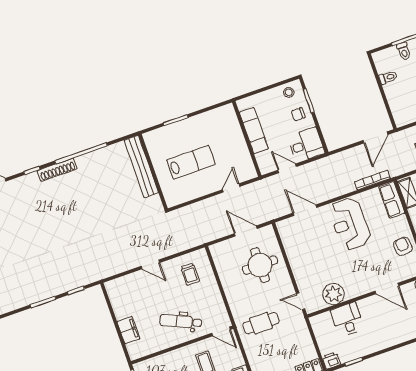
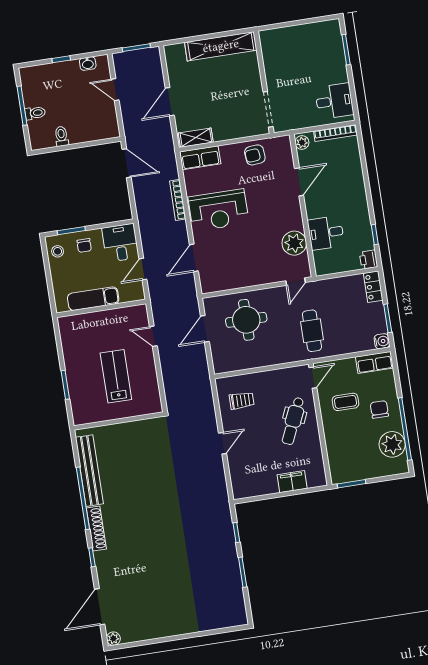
bench: (141, 166) -> (89, 471), moved, turned 90
bookcase: (373, 180) -> (178, 200), moved

